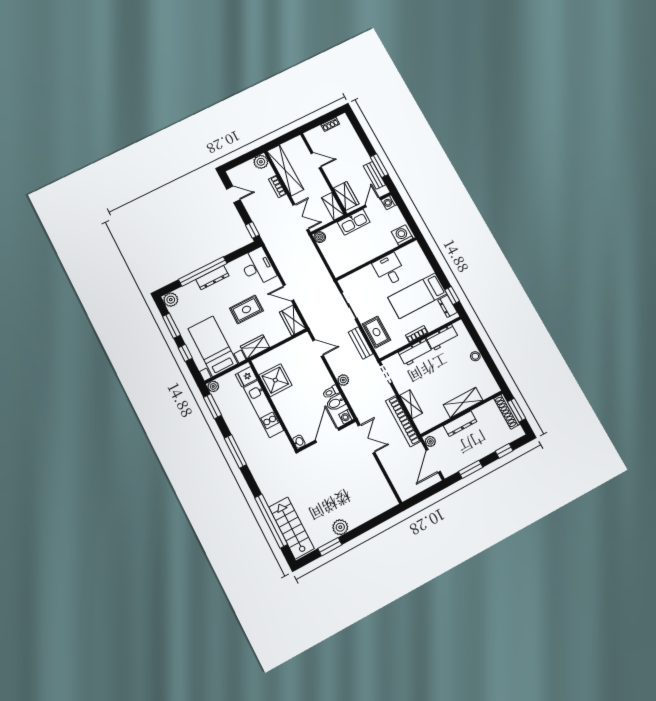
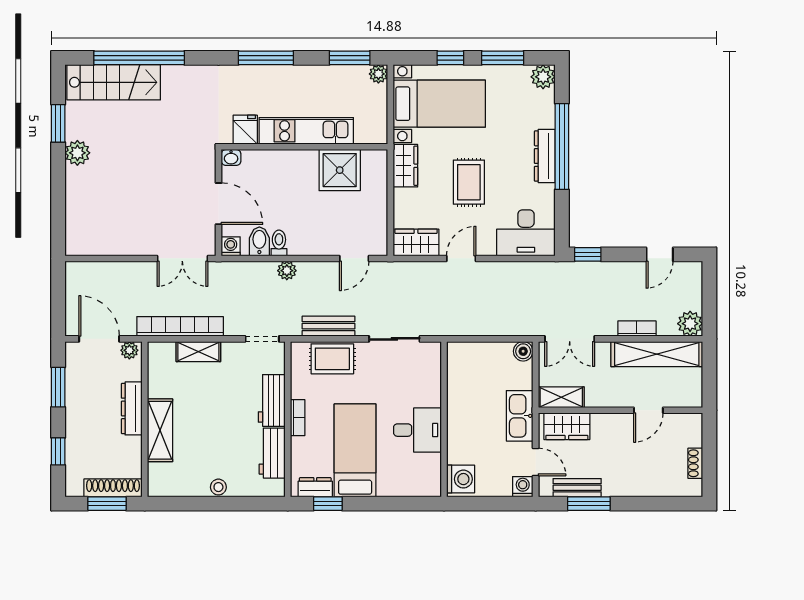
fridge: (246, 377) -> (245, 130), moved

